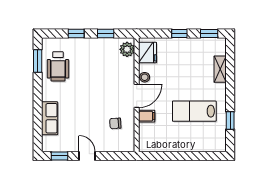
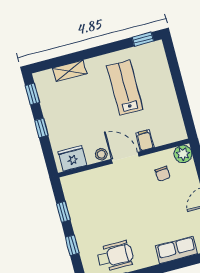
plant: (127, 49) -> (183, 154), moved
lab bench: (194, 111) -> (125, 88), turned 180
window: (230, 120) -> (143, 39), moved

